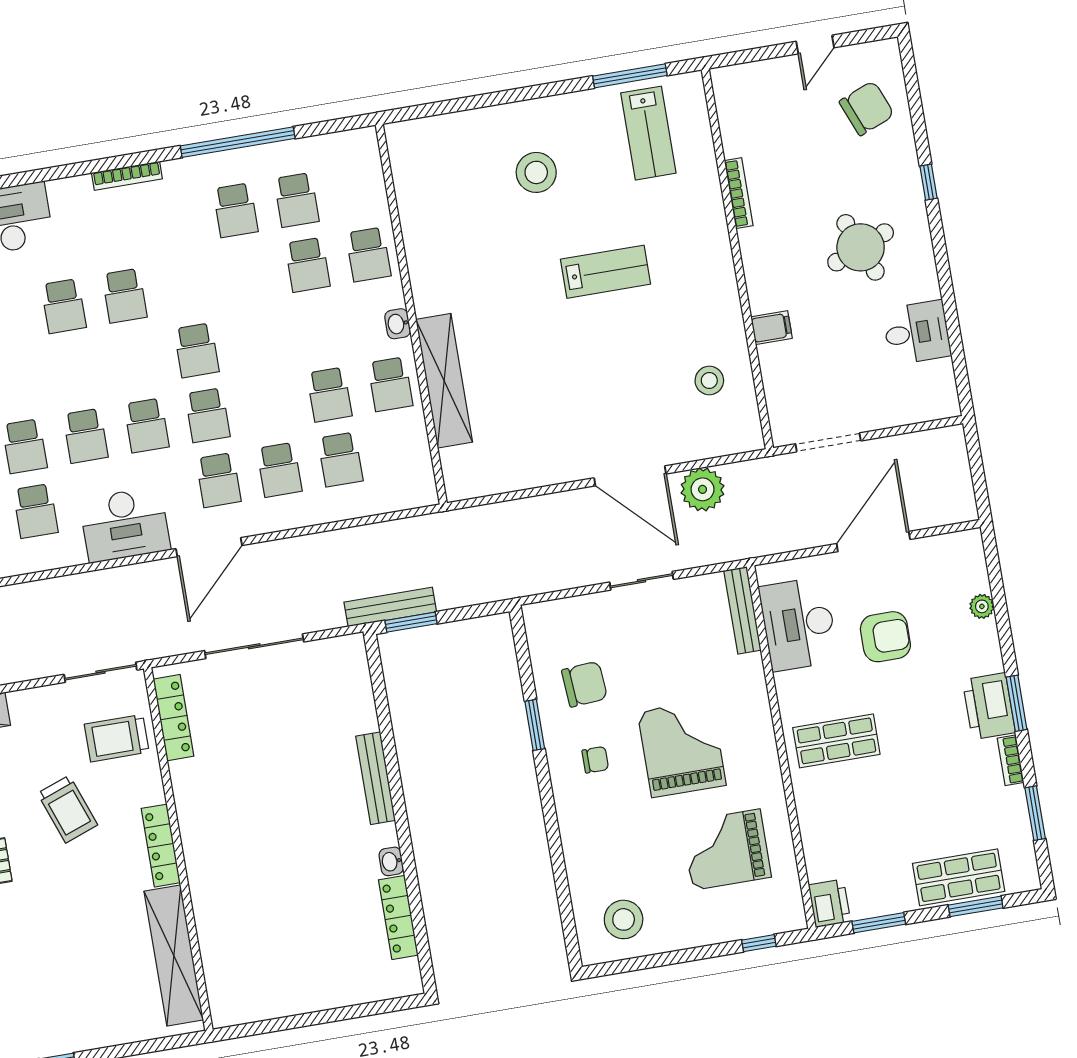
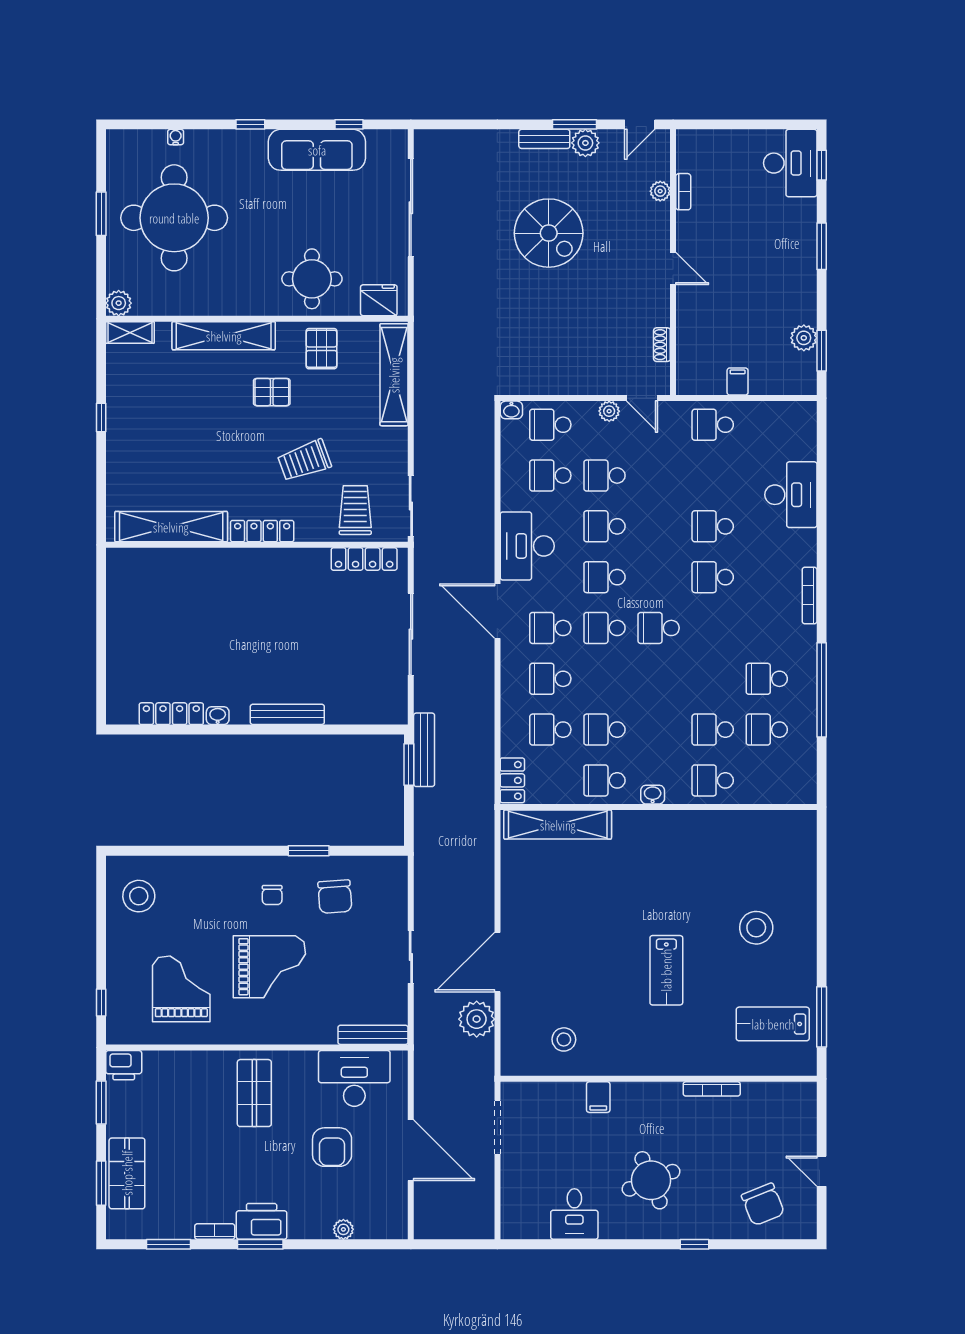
shelving: (444, 381) -> (558, 825), moved
locker: (409, 495) -> (512, 780), added

